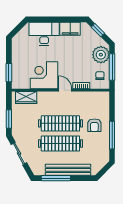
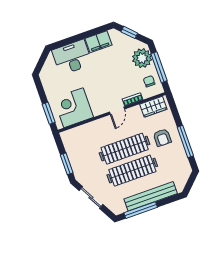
corner desk: (44, 75) -> (74, 108), moved
door: (65, 90) -> (117, 111), swing flipped
wardrobe: (26, 98) -> (153, 107), moved

